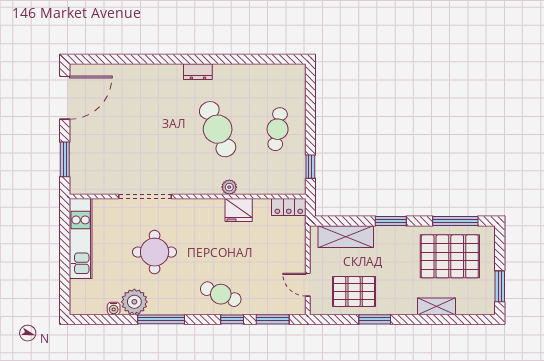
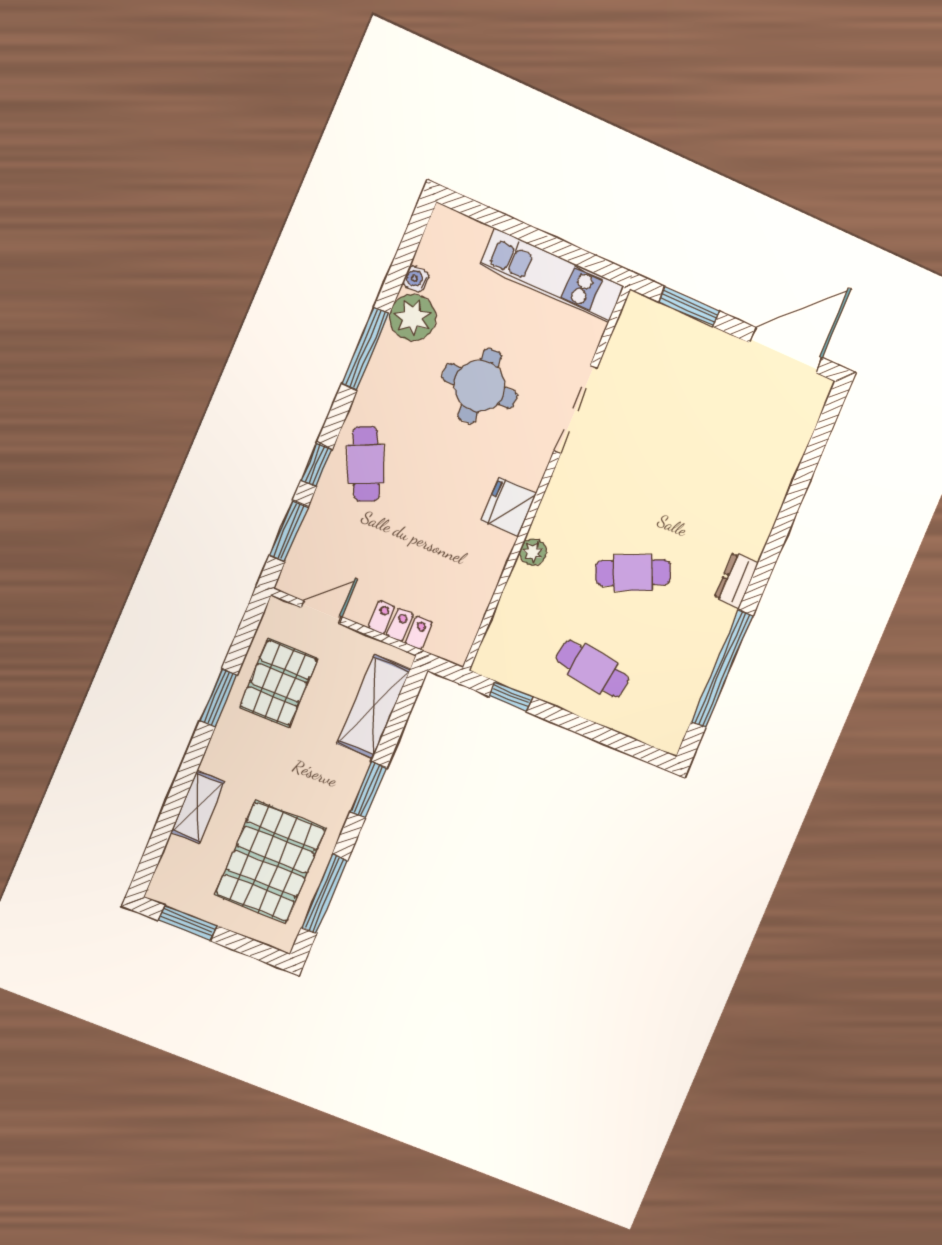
window: (248, 59) -> (722, 669), added
door: (65, 98) -> (786, 350), swing flipped
cafe table: (218, 129) -> (633, 573), width x0.73, depth x0.74
locker: (289, 207) -> (400, 625), moved, turned 90
fridge: (239, 210) -> (509, 507), moved
cafe table: (221, 294) -> (366, 464), turned -46

